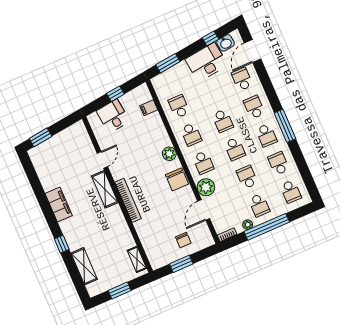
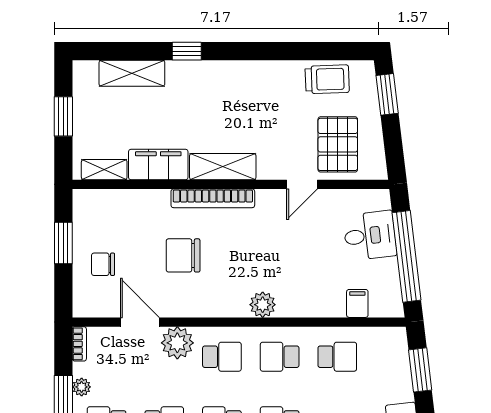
window: (115, 94) -> (407, 256), width x3.17
pallet: (75, 151) -> (338, 144), added
door: (102, 160) -> (302, 184), hinge flipped
school desk: (203, 163) -> (222, 357), turned 180
trolley: (46, 170) -> (327, 79), added
chair: (177, 179) -> (183, 255), moved
shelving: (105, 189) -> (223, 167), moved
filing cabinet: (59, 205) -> (158, 164), moved, turned 180

